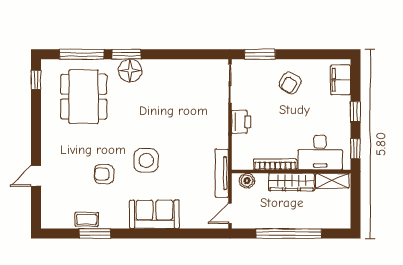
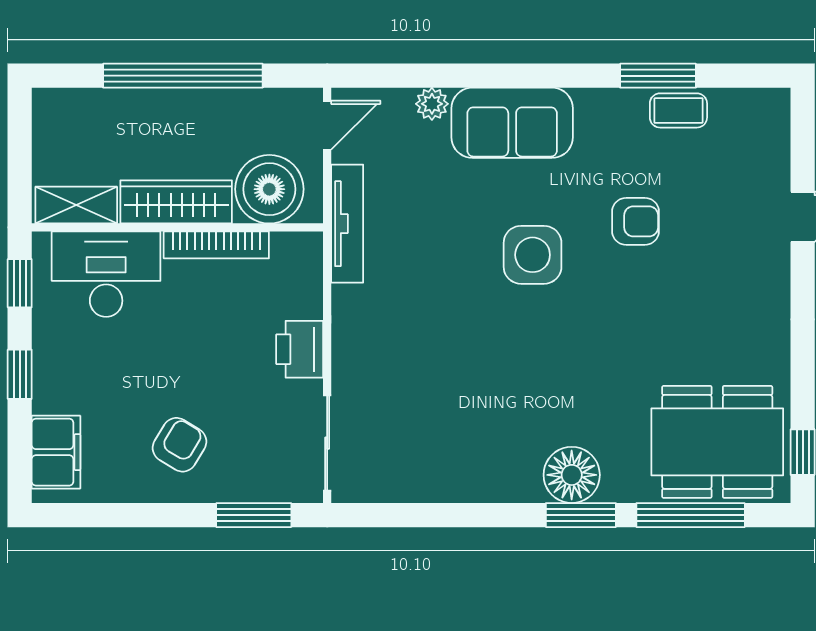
dining table: (84, 97) -> (717, 442), moved, turned 90
boiler: (247, 181) -> (269, 189), width x1.86, depth x1.86
plant: (187, 222) -> (432, 104), added

